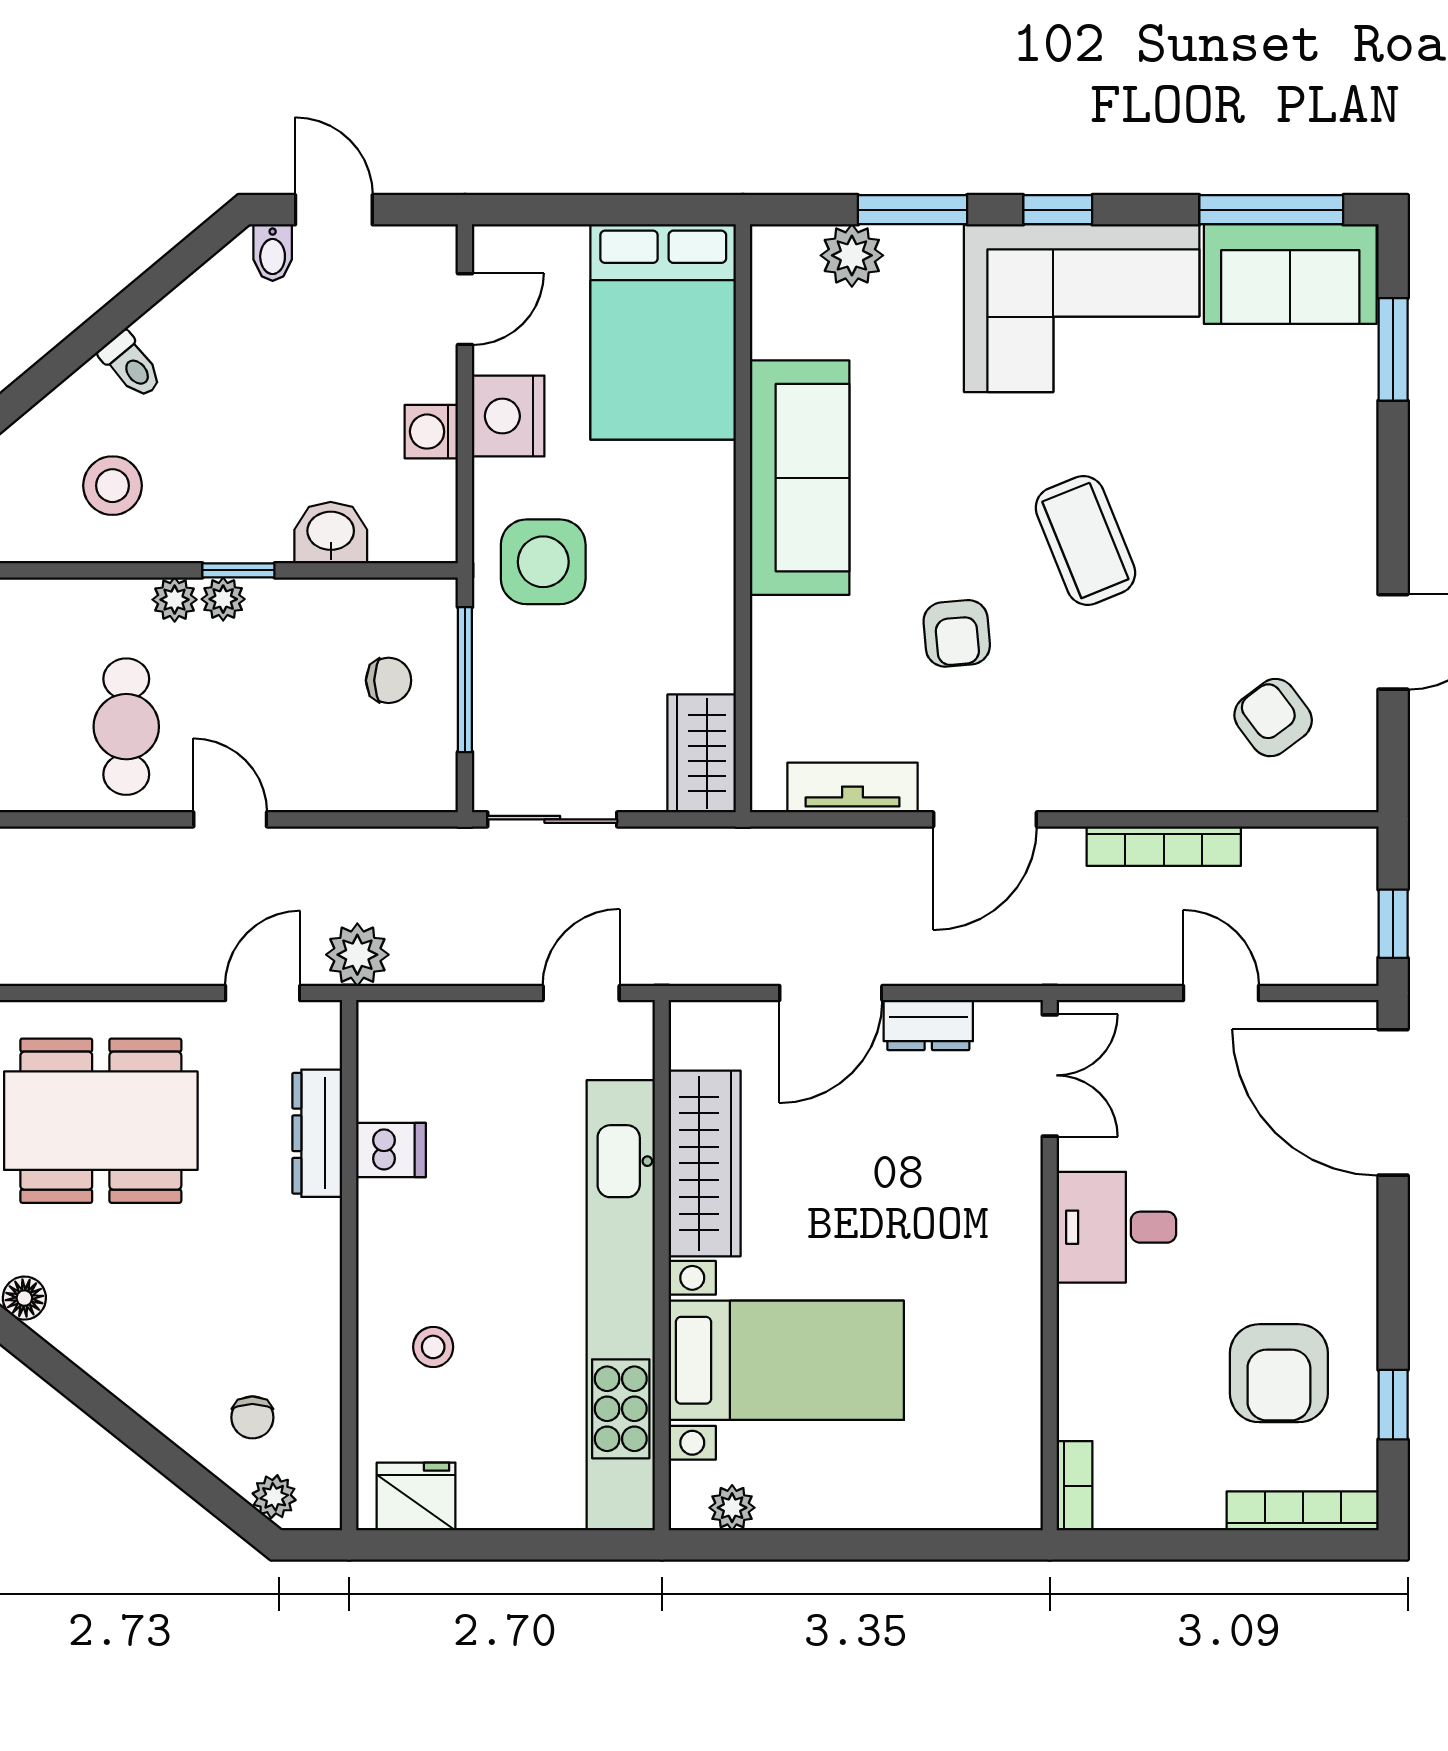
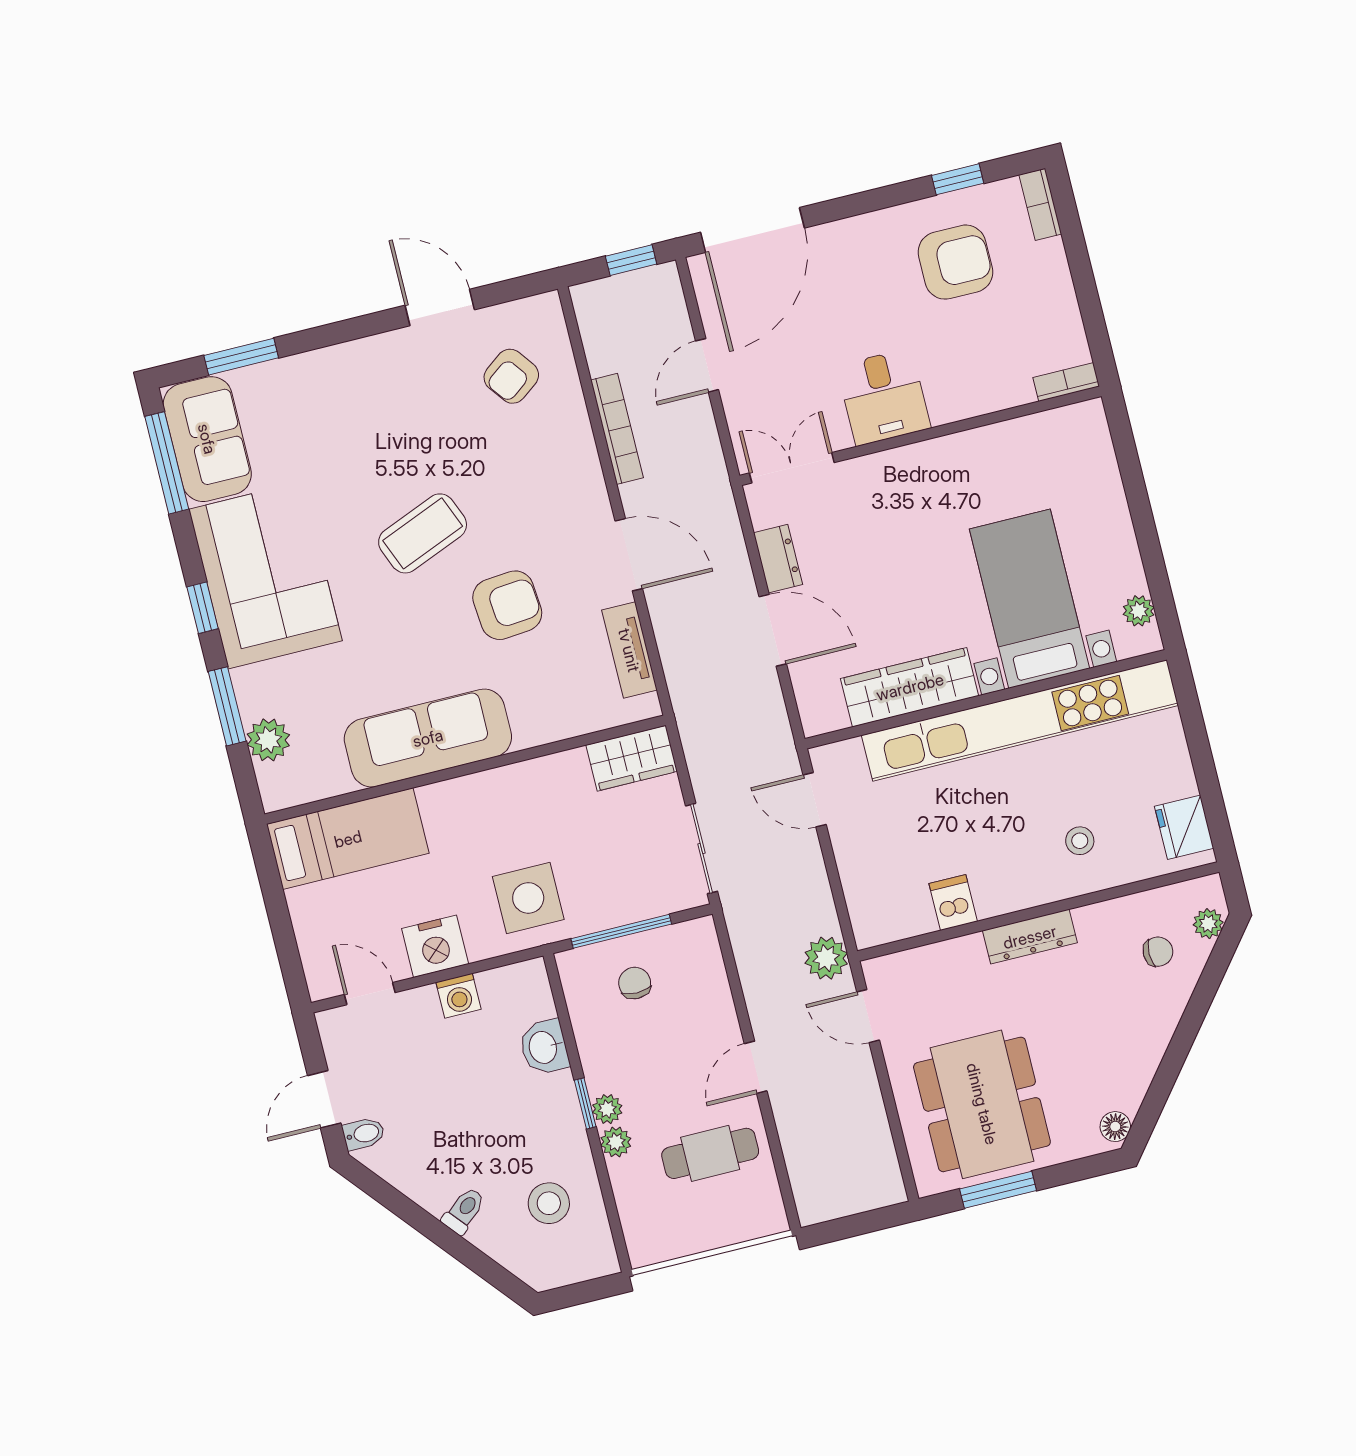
bed: (663, 332) -> (348, 839), width x0.67
armchair: (957, 633) -> (507, 605), width x1.38, depth x1.38
dresser: (317, 1133) -> (1030, 937), moved
bookcase: (1303, 1511) -> (1040, 204), width x0.64

